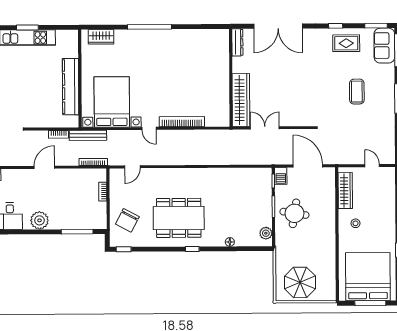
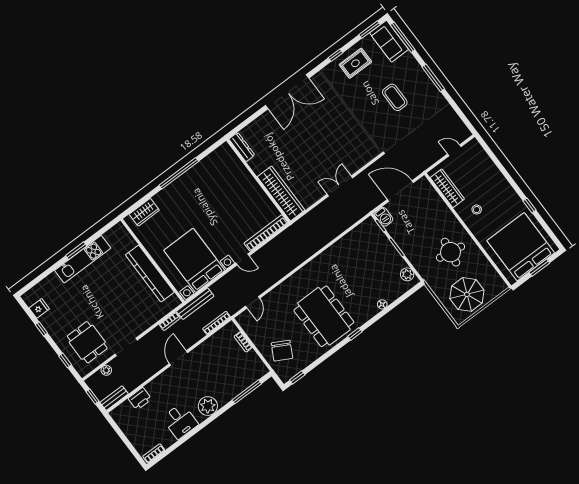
dresser: (237, 42) -> (242, 147), moved
wall: (231, 78) -> (258, 181), moved
wardrobe: (241, 100) -> (281, 193), moved
round table: (294, 213) -> (450, 252), moved
dining table: (179, 218) -> (324, 316), turned 90
window: (370, 303) -> (539, 268), width x0.69

